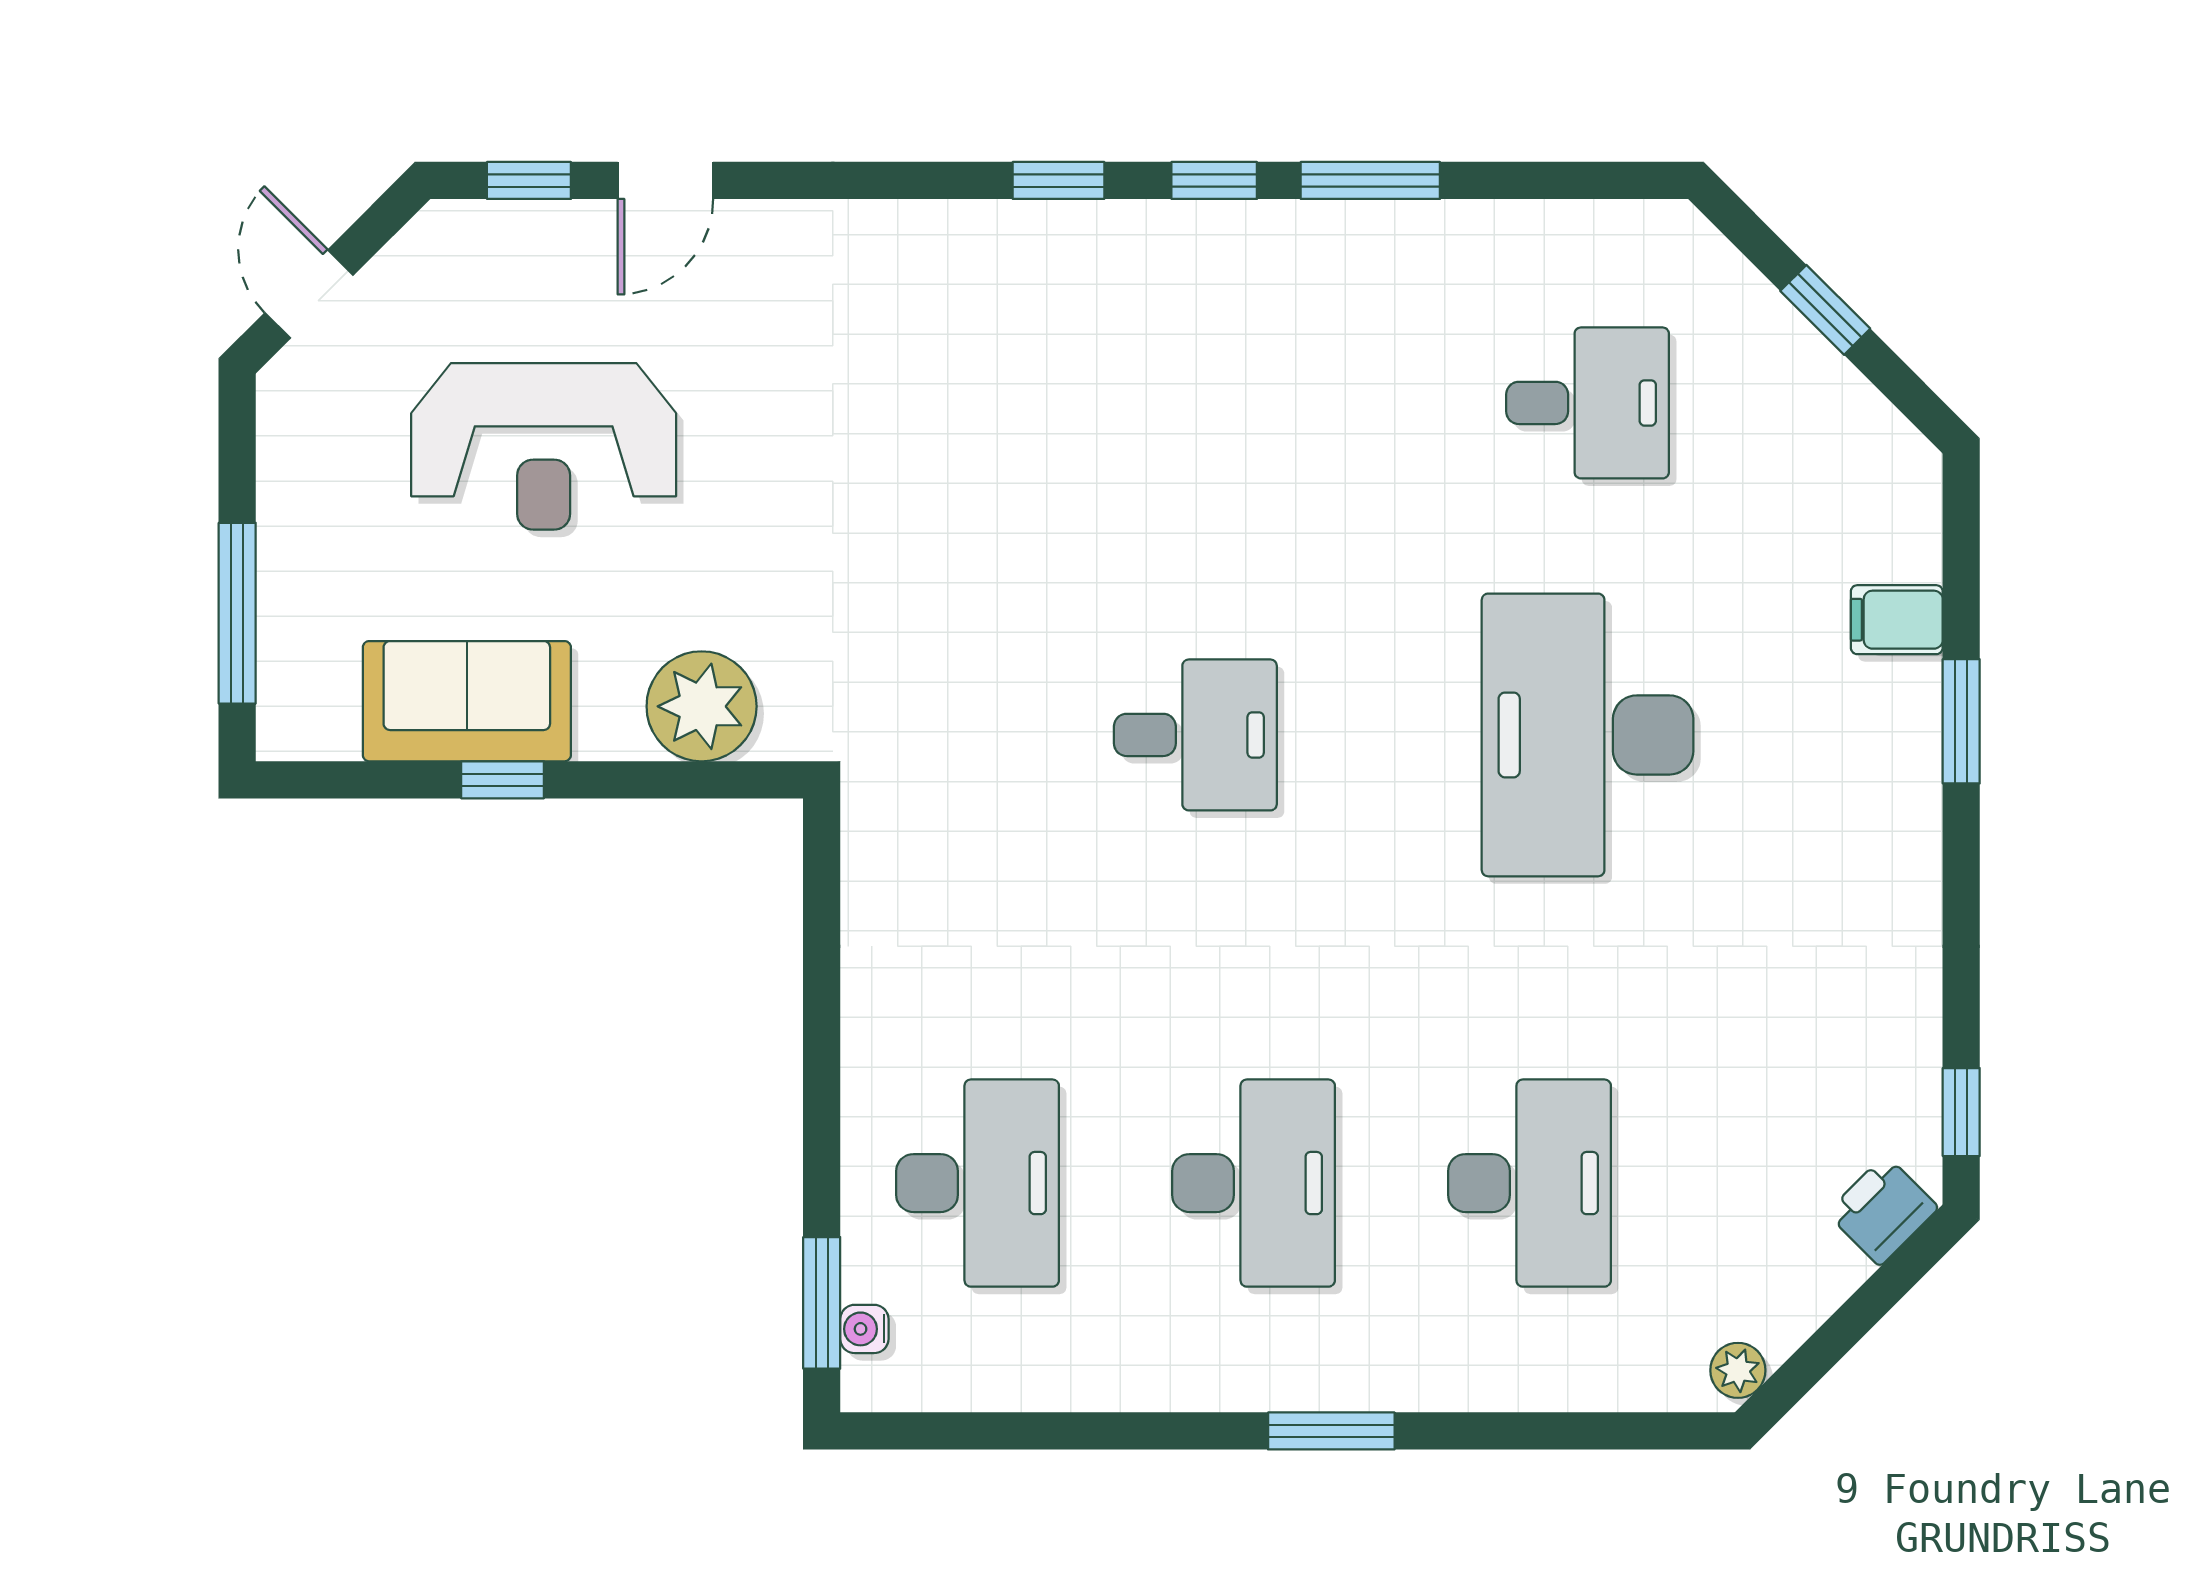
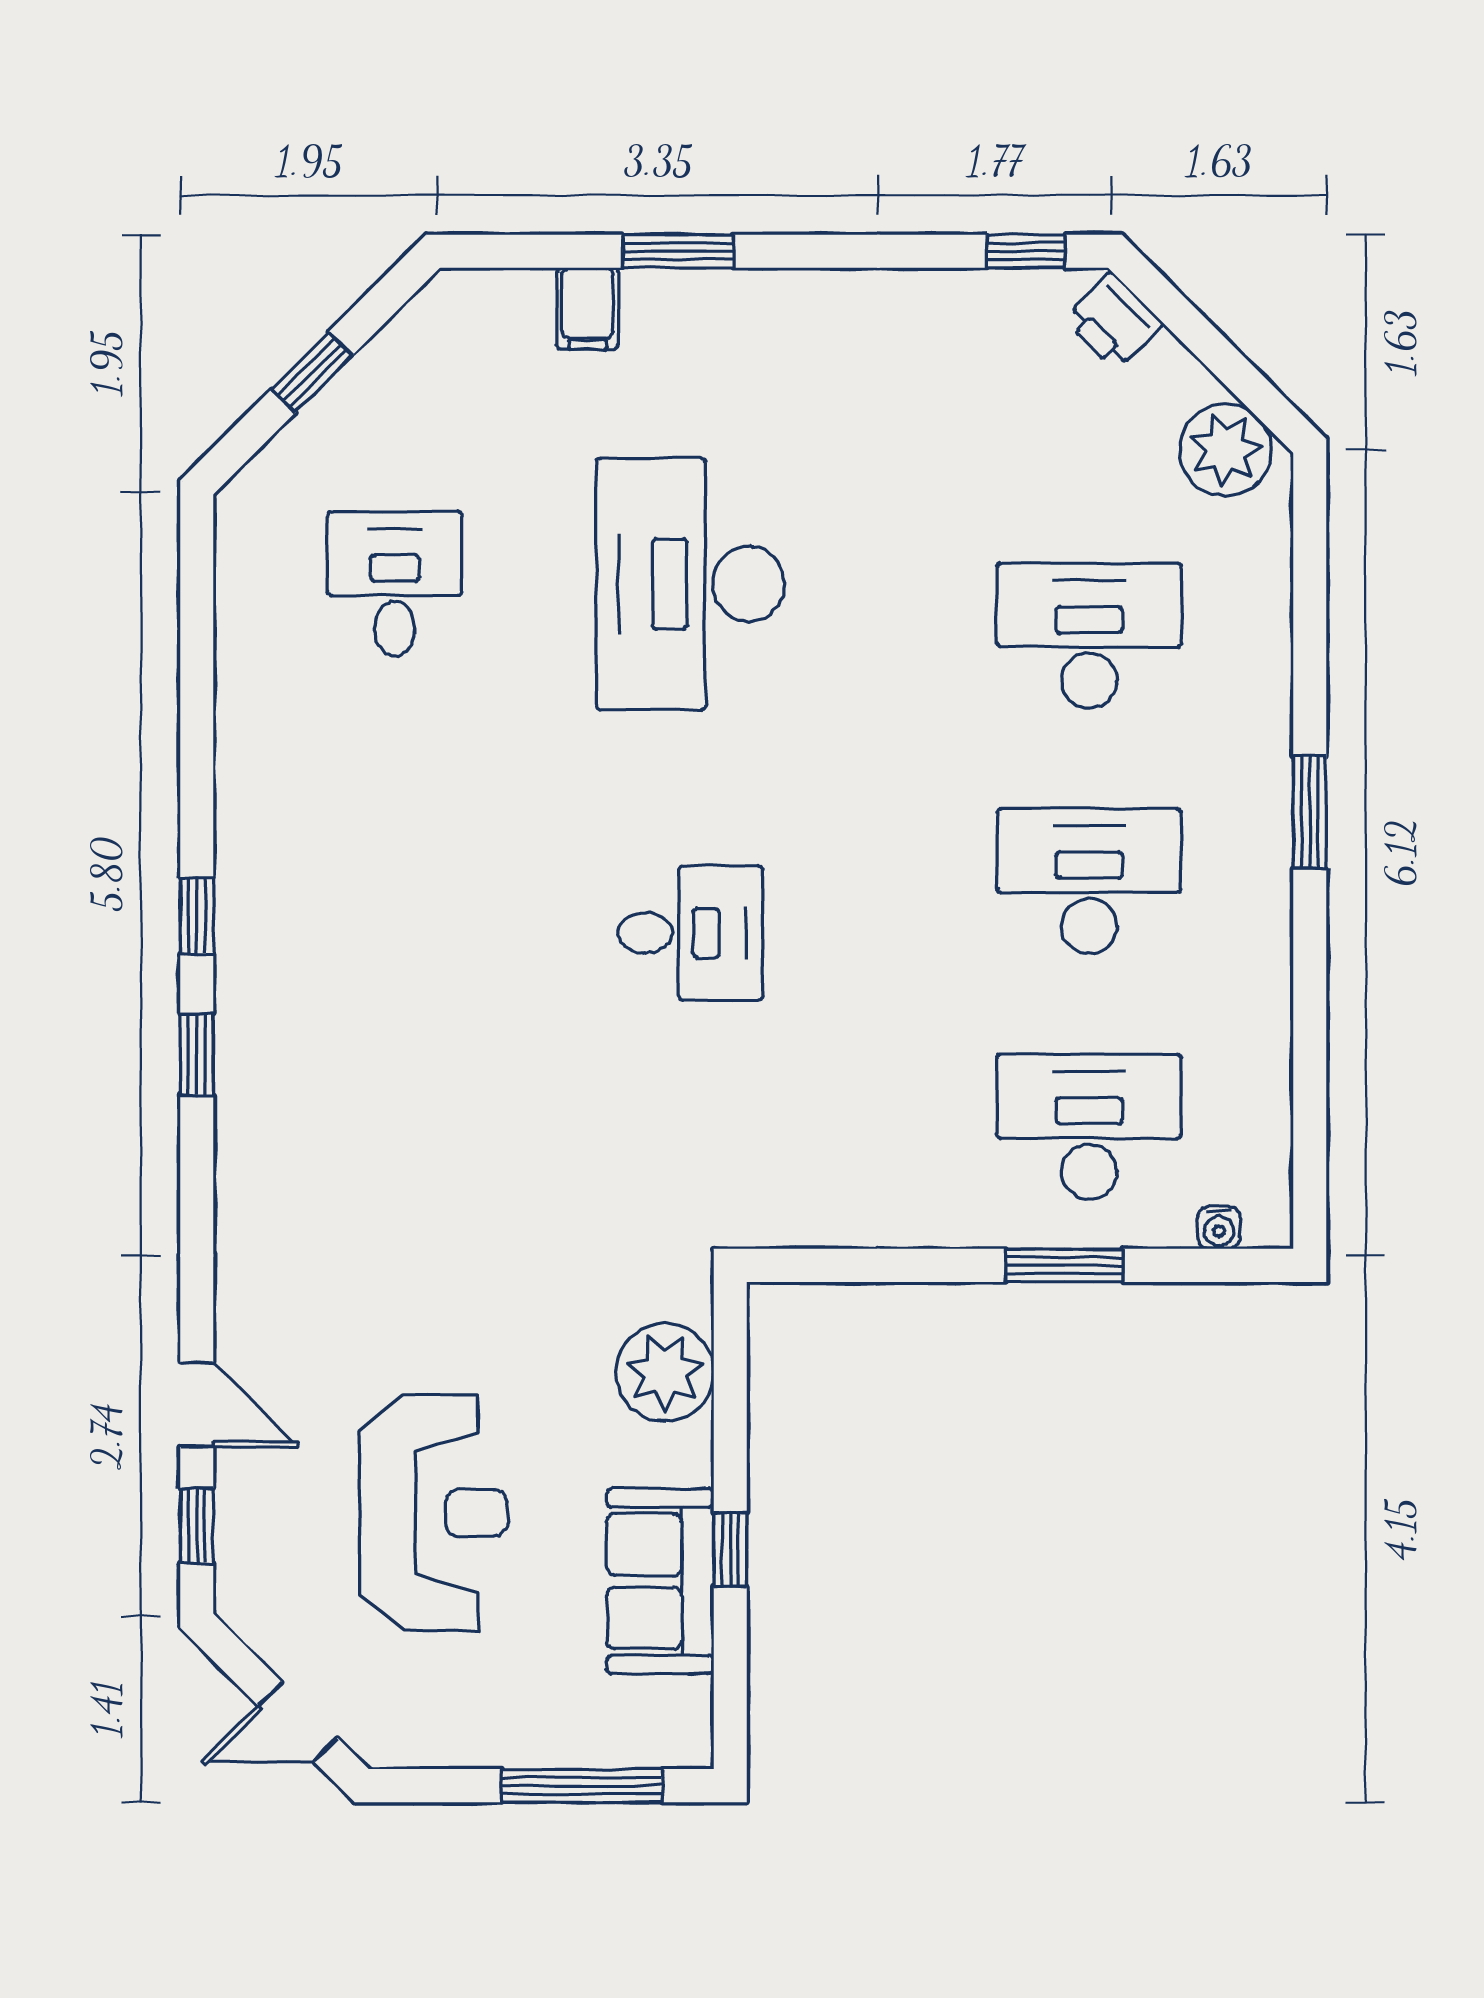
window: (1370, 180) -> (197, 777), removed
desk: (1195, 735) -> (690, 933), turned 90
desk: (1588, 735) -> (690, 584), turned 90
window: (822, 1303) -> (1064, 1265), moved
plant: (1738, 1370) -> (1226, 450), width x1.87, depth x1.87

